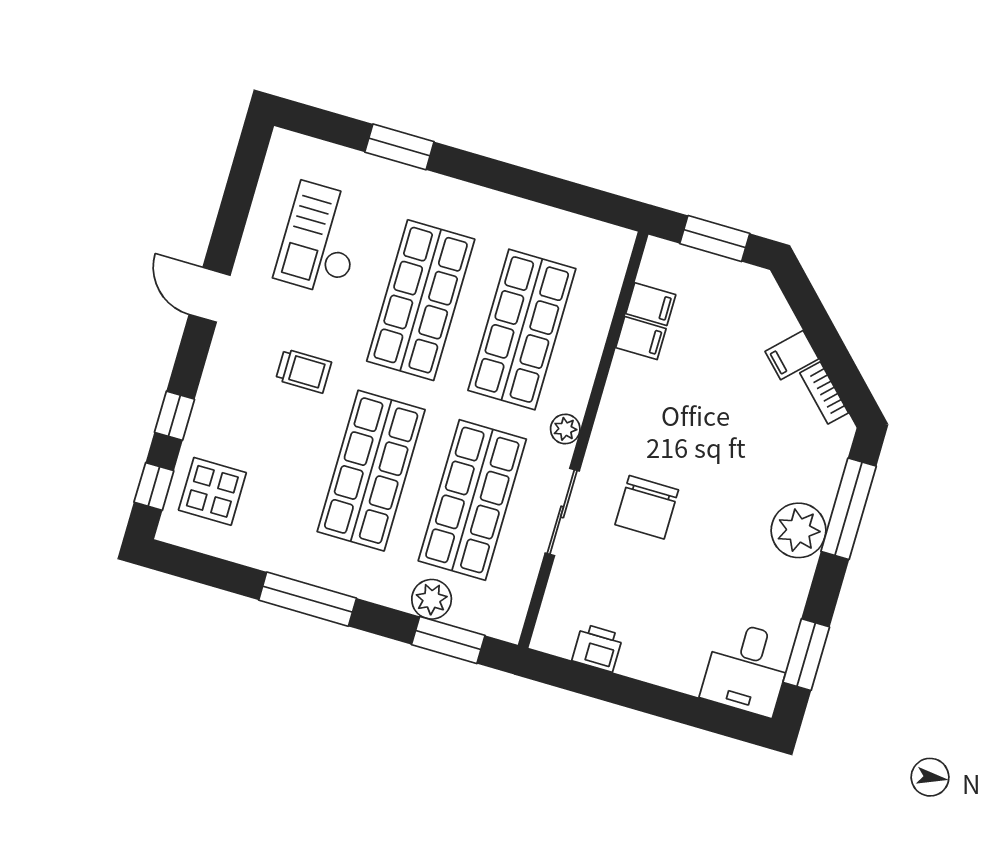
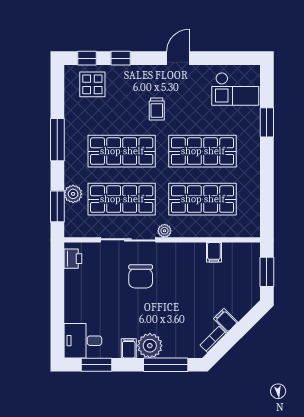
checkout: (321, 239) -> (235, 89), moved, turned 180
filing cabinet: (651, 304) -> (129, 348), moved, turned 180
chair: (647, 507) -> (141, 276), turned -90
sliding door: (562, 512) -> (128, 240), width x1.37
printer: (597, 648) -> (73, 259), moved

